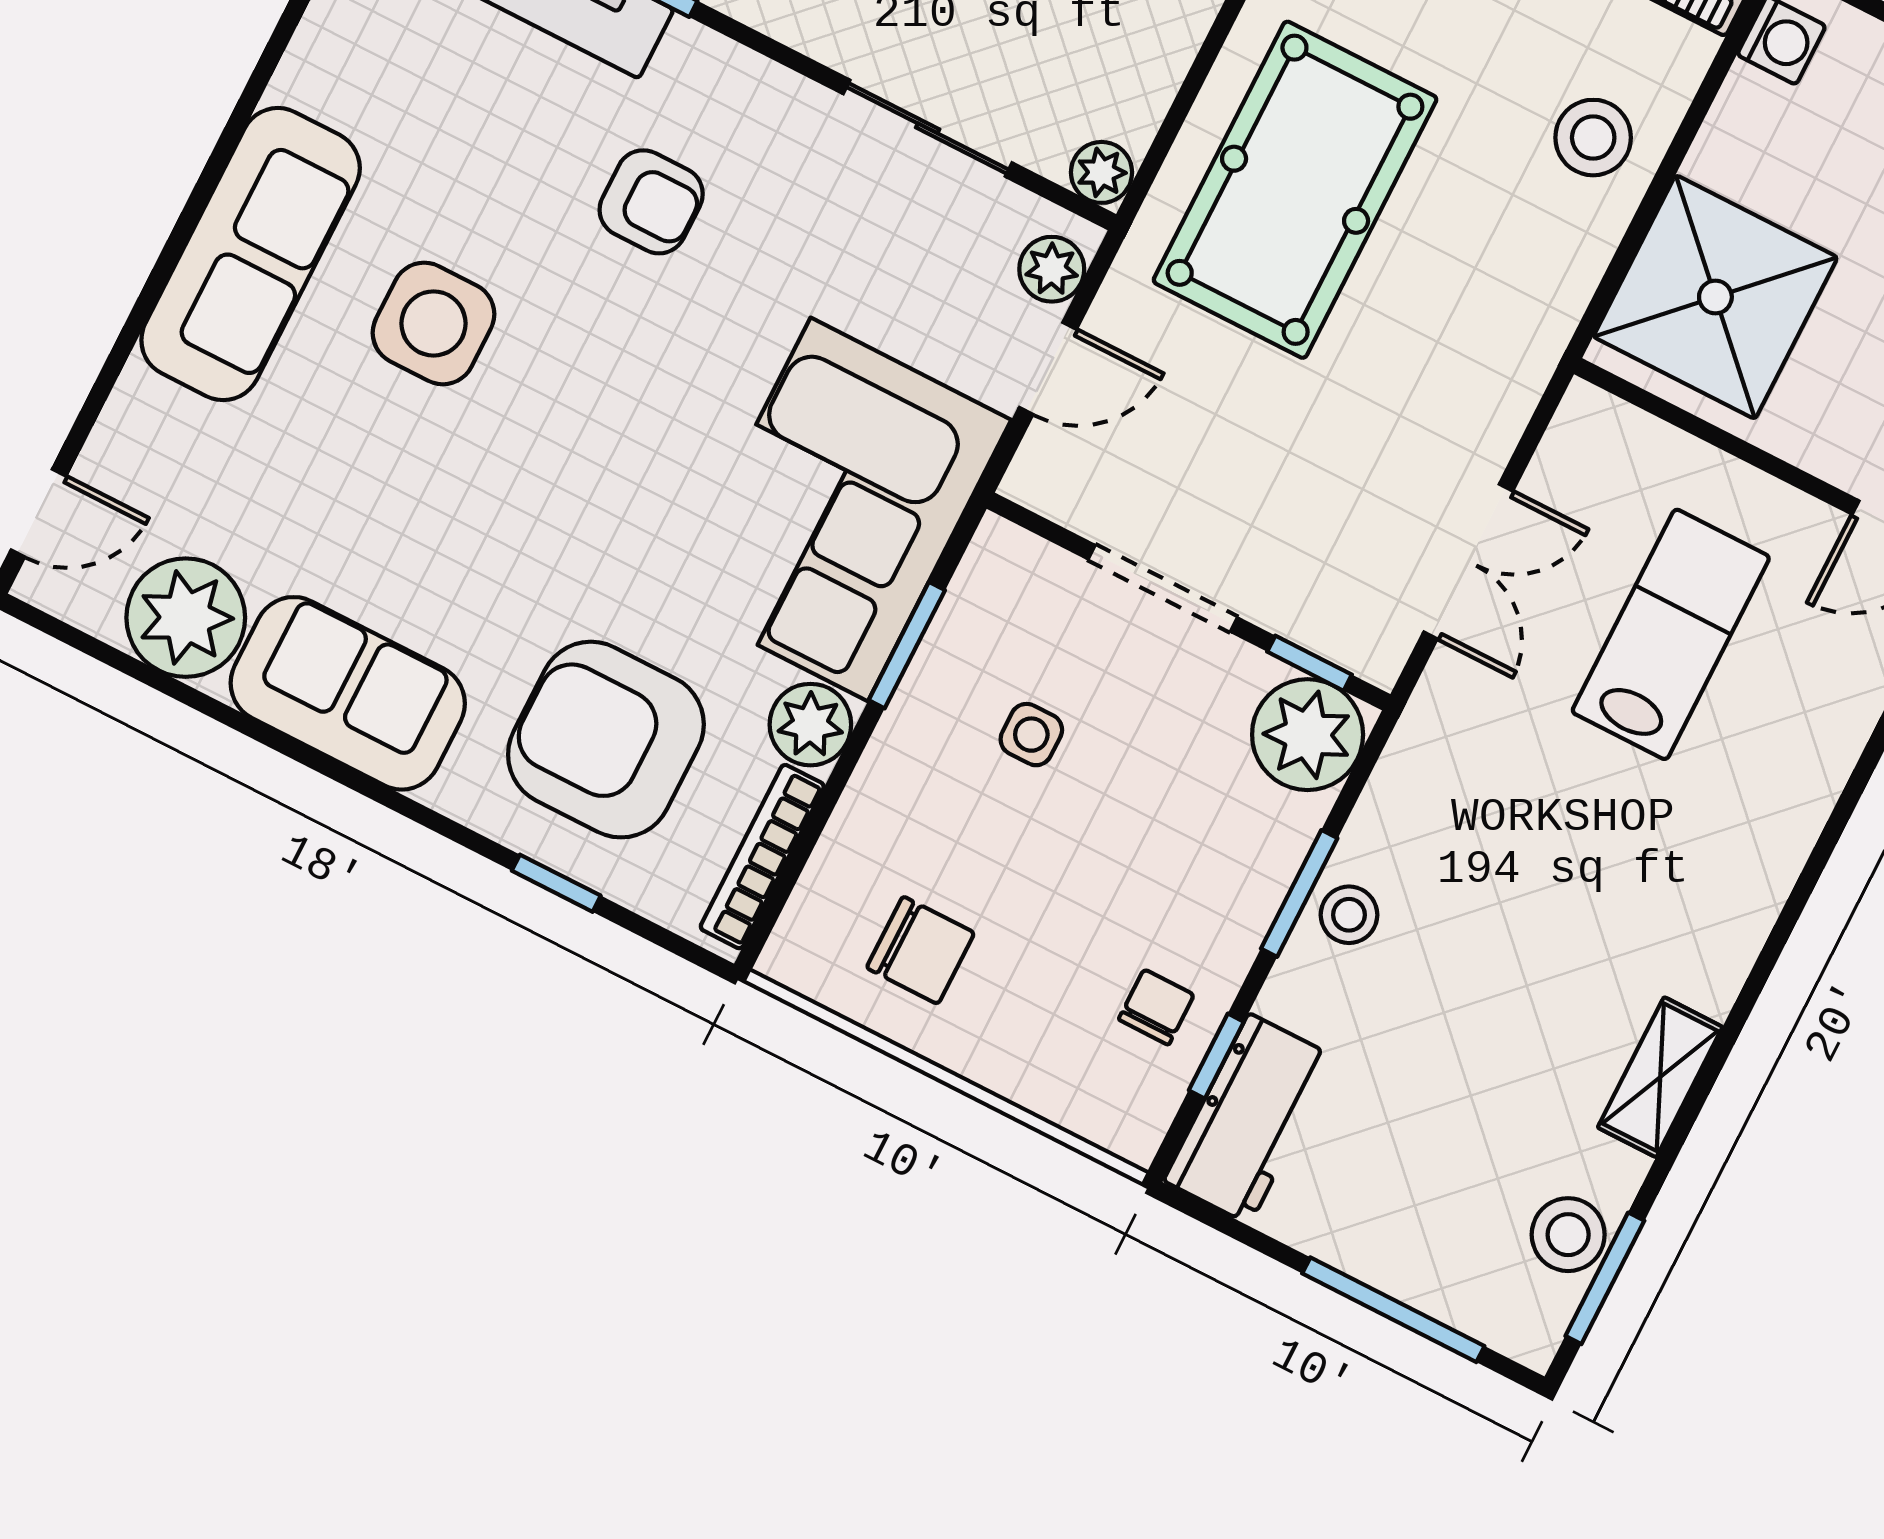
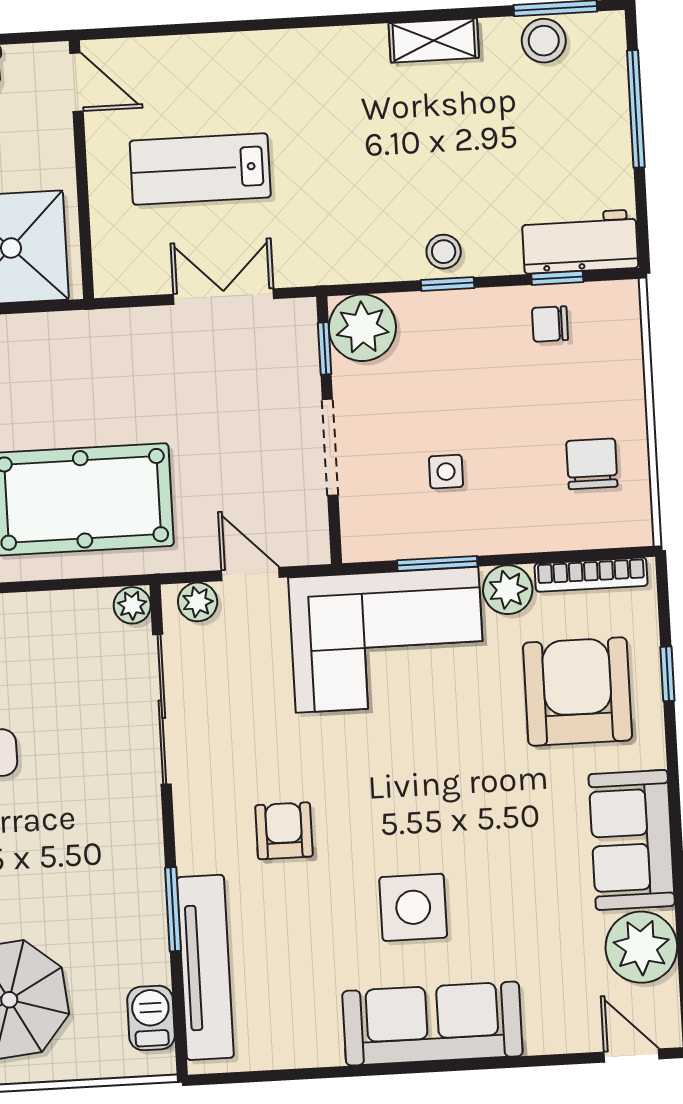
sliding door: (928, 128) -> (162, 709), width x1.37
armchair: (606, 740) -> (577, 691), turned 180
window: (1299, 893) -> (448, 284), width x0.67

